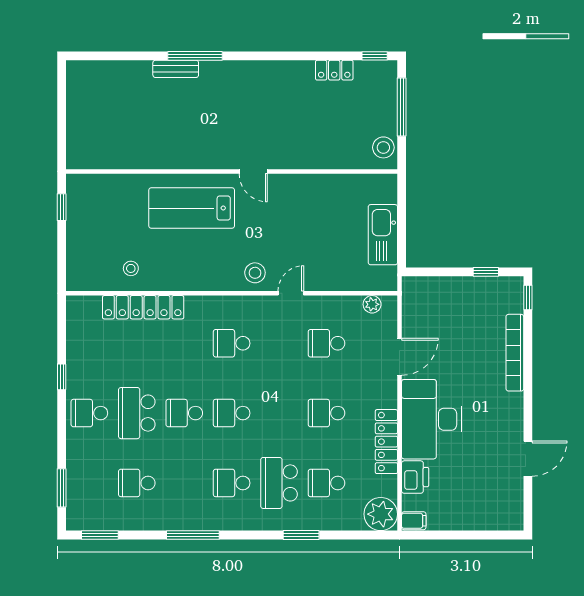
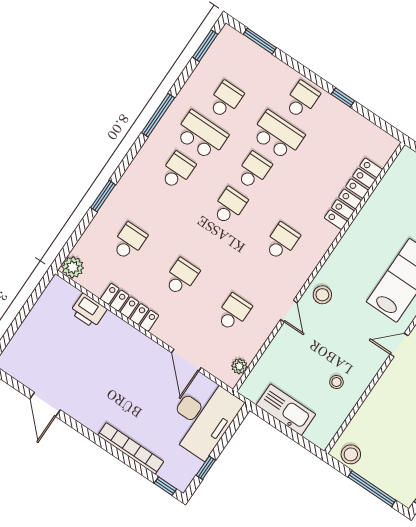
stool: (131, 268) -> (336, 382), moved
desk: (431, 419) -> (203, 417), moved, turned 90
school desk: (279, 483) -> (201, 135), moved
plant: (381, 514) -> (73, 267), width x0.73, depth x0.73
filing cabinet: (414, 521) -> (57, 287), removed

